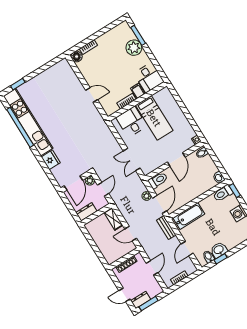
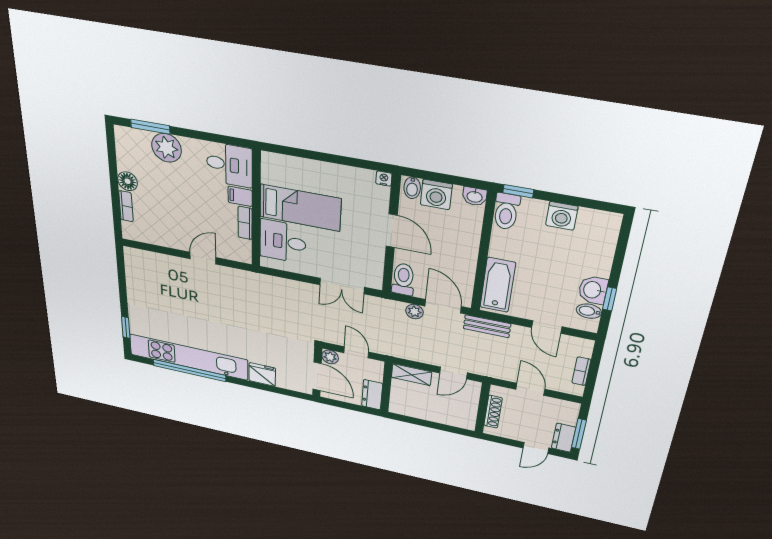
floor lamp: (77, 57) -> (128, 181), moved
washing machine: (207, 164) -> (436, 194), added

